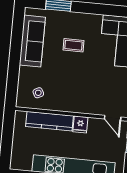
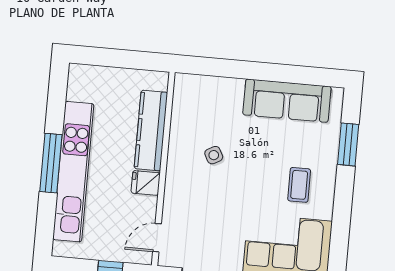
coffee table: (74, 45) -> (299, 185), moved
side table: (38, 93) -> (214, 155), moved

